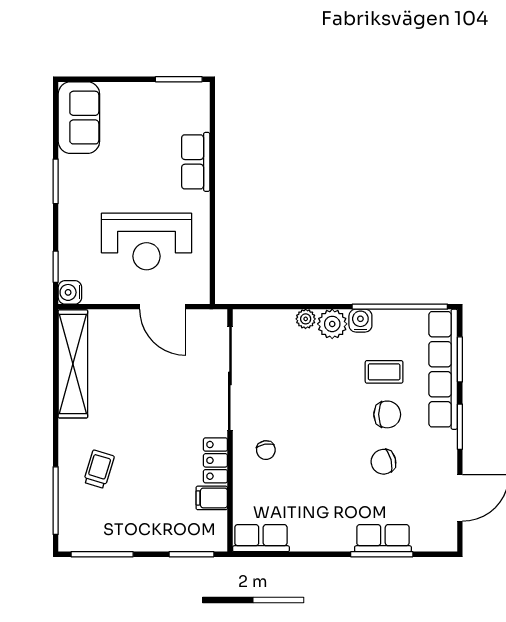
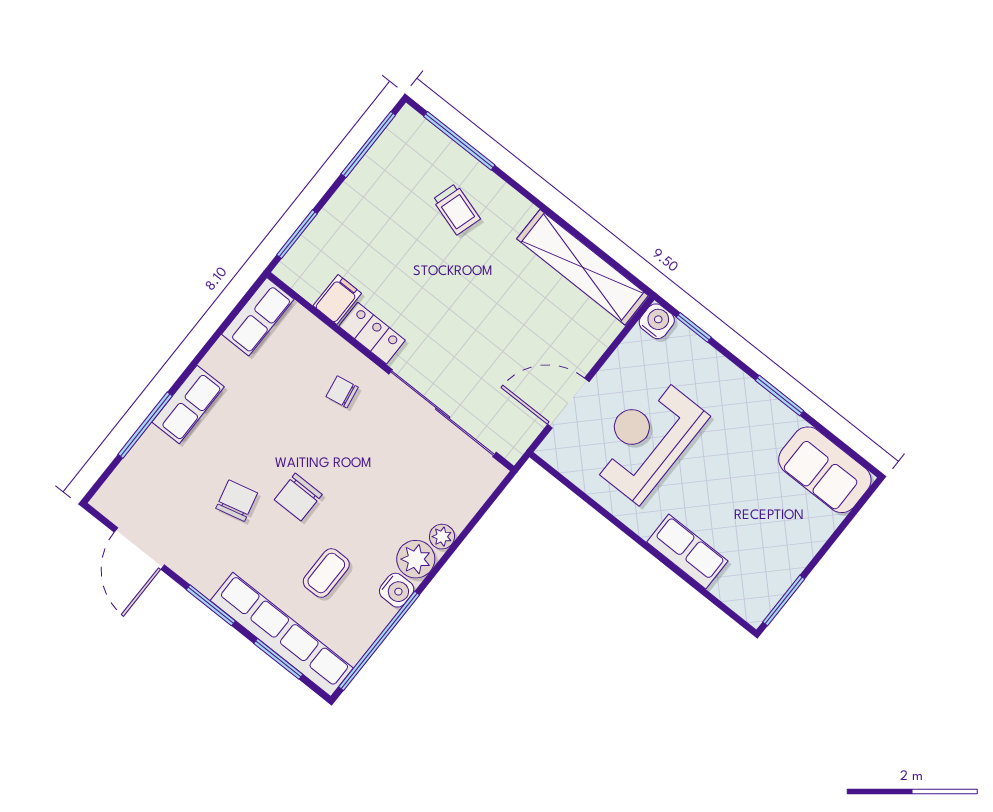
chair: (387, 414) -> (298, 497), moved
row of seats: (383, 538) -> (188, 404), moved

